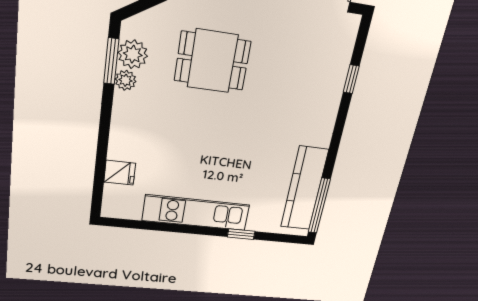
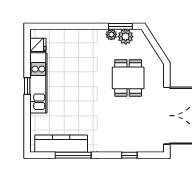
fridge: (120, 173) -> (38, 45), moved, turned -90
window: (319, 206) -> (73, 155), moved
window: (241, 234) -> (27, 86), moved

